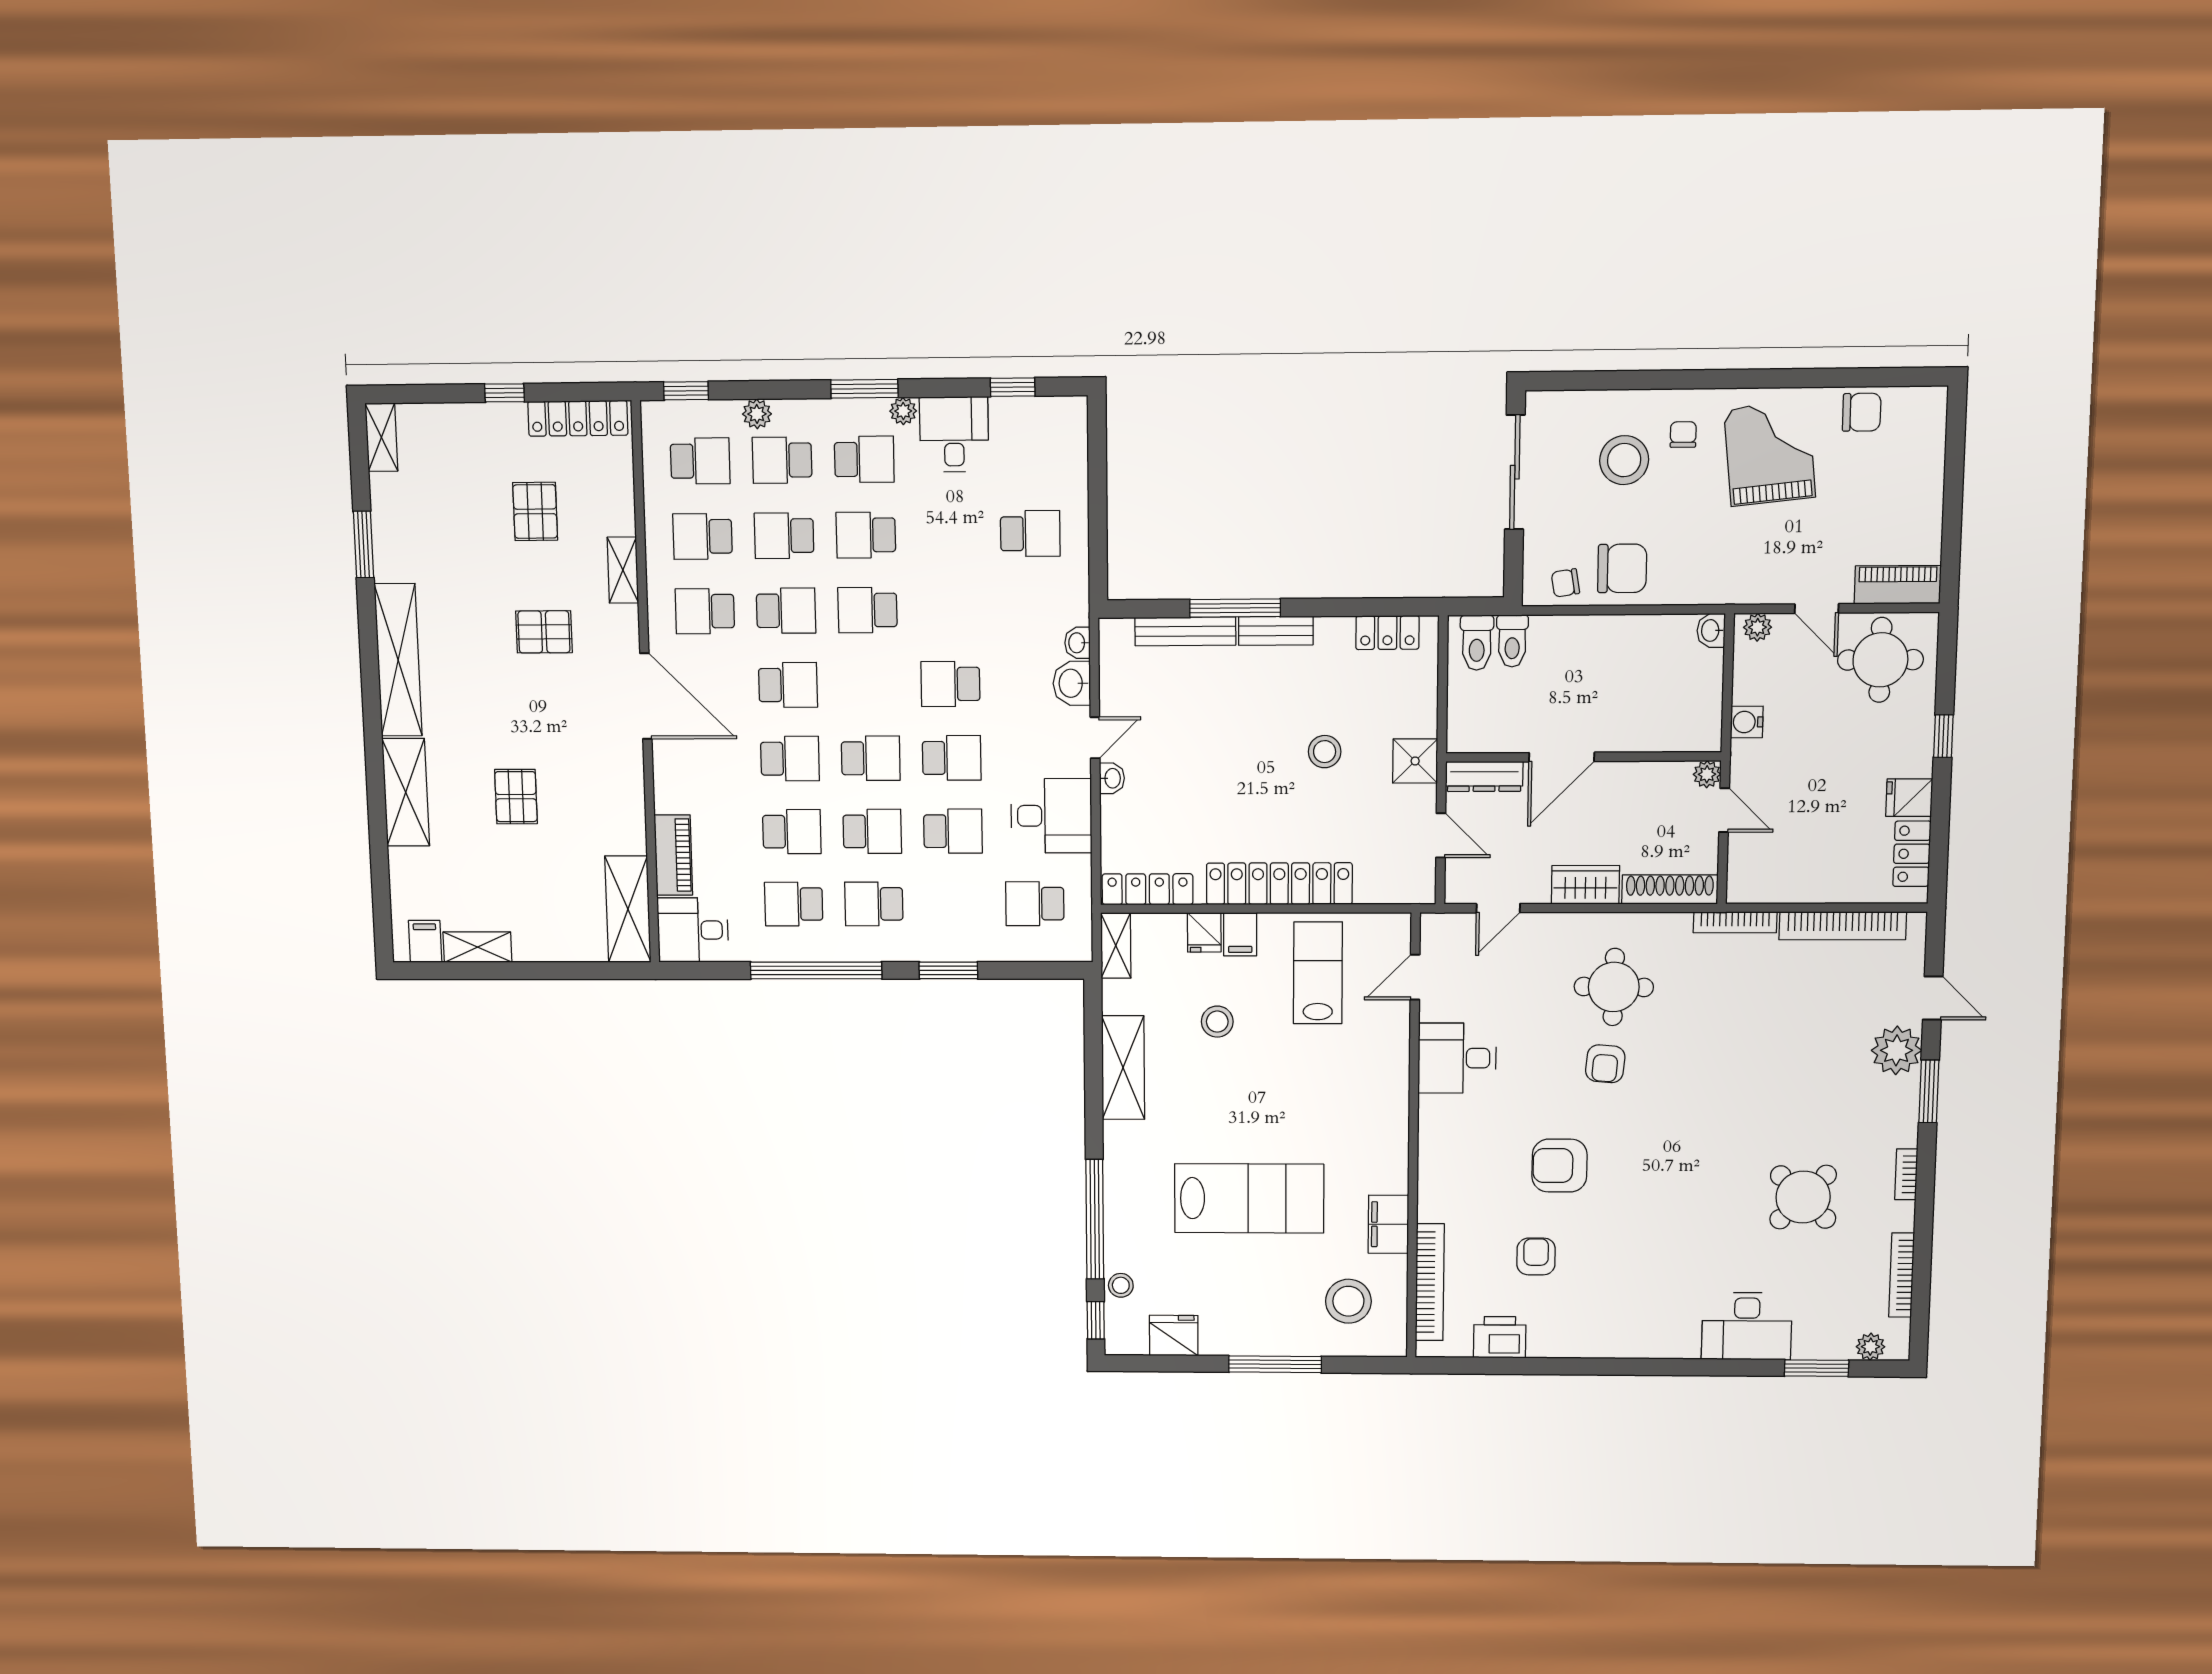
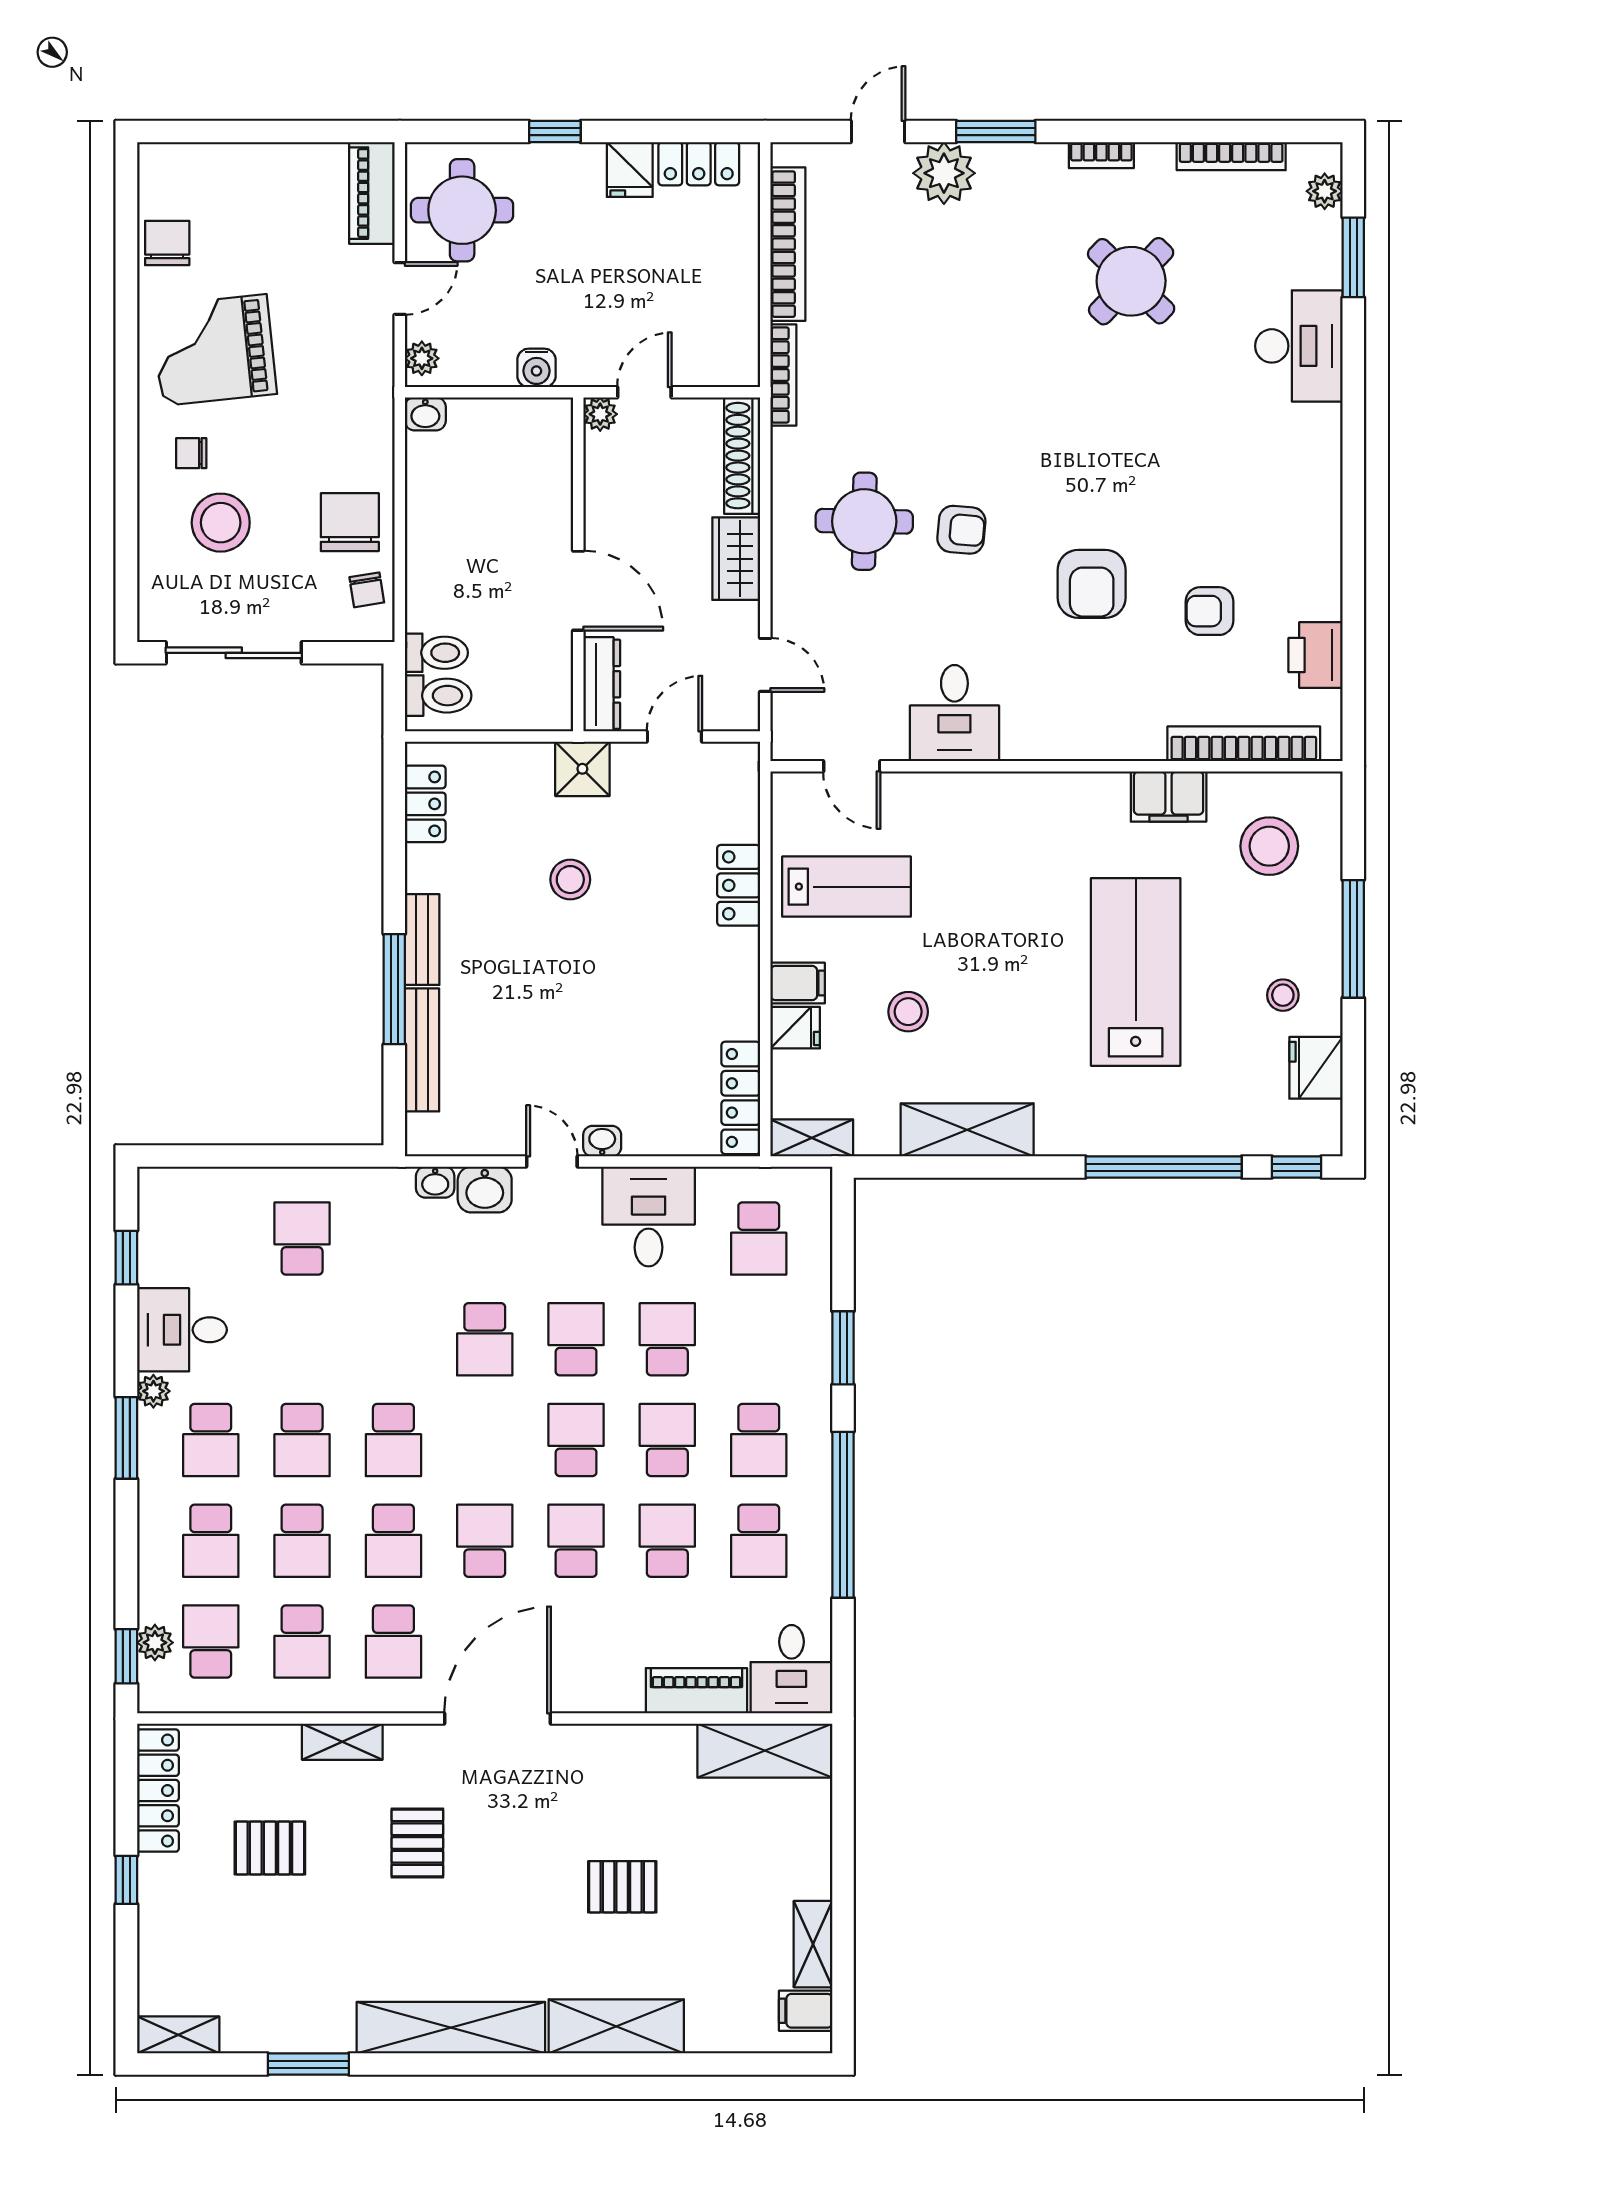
plant: (757, 414) -> (155, 1643), moved
school desk: (864, 459) -> (211, 1440), turned 180
school desk: (786, 611) -> (393, 1541), turned 180
locker: (1279, 884) -> (739, 885), width x0.46, depth x0.83
lab bench: (1318, 973) -> (847, 887), turned 180
stool: (1121, 1285) -> (1283, 995), moved

